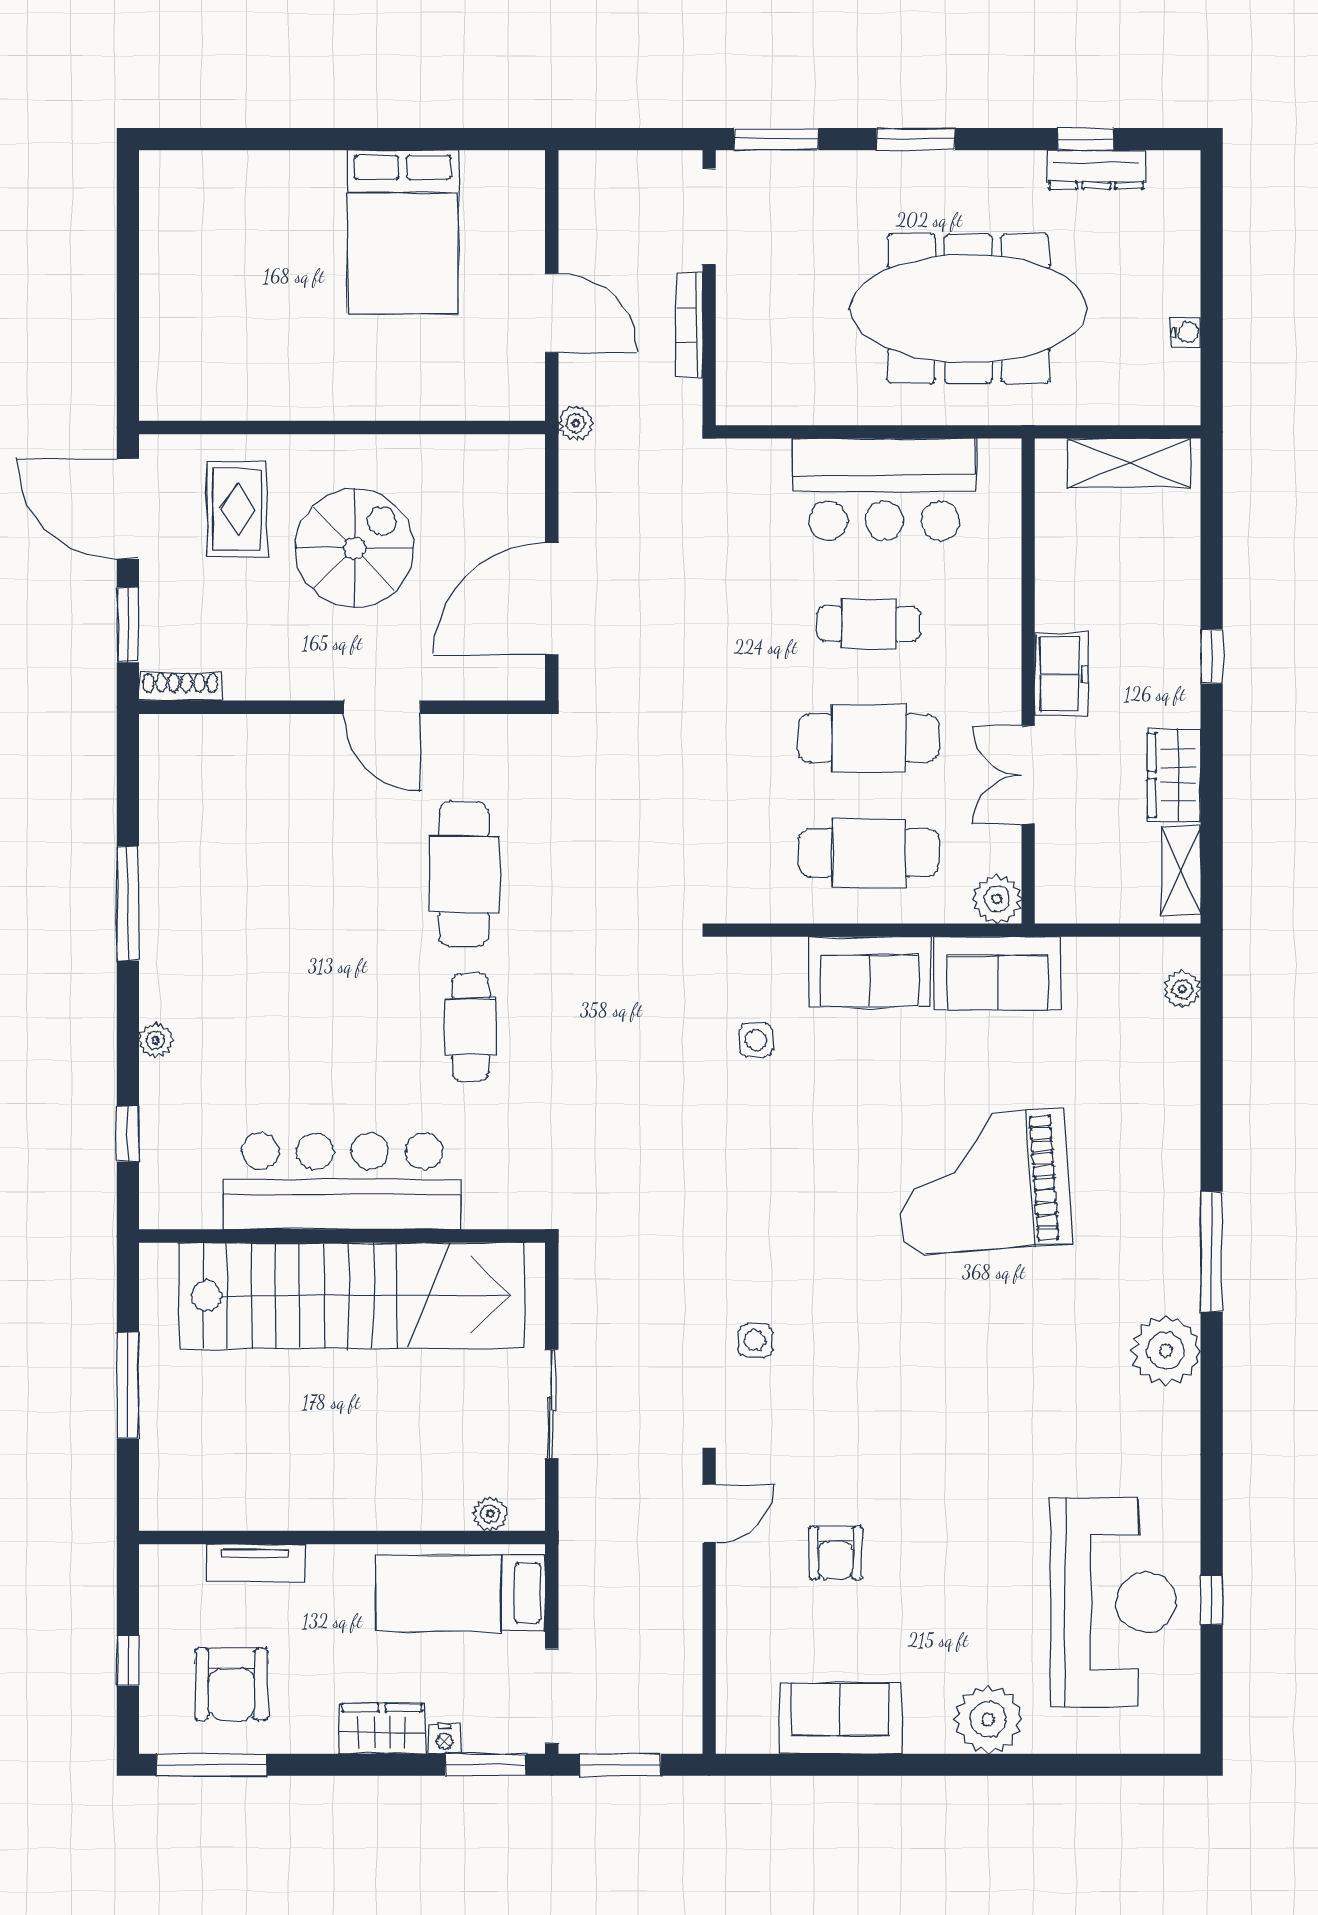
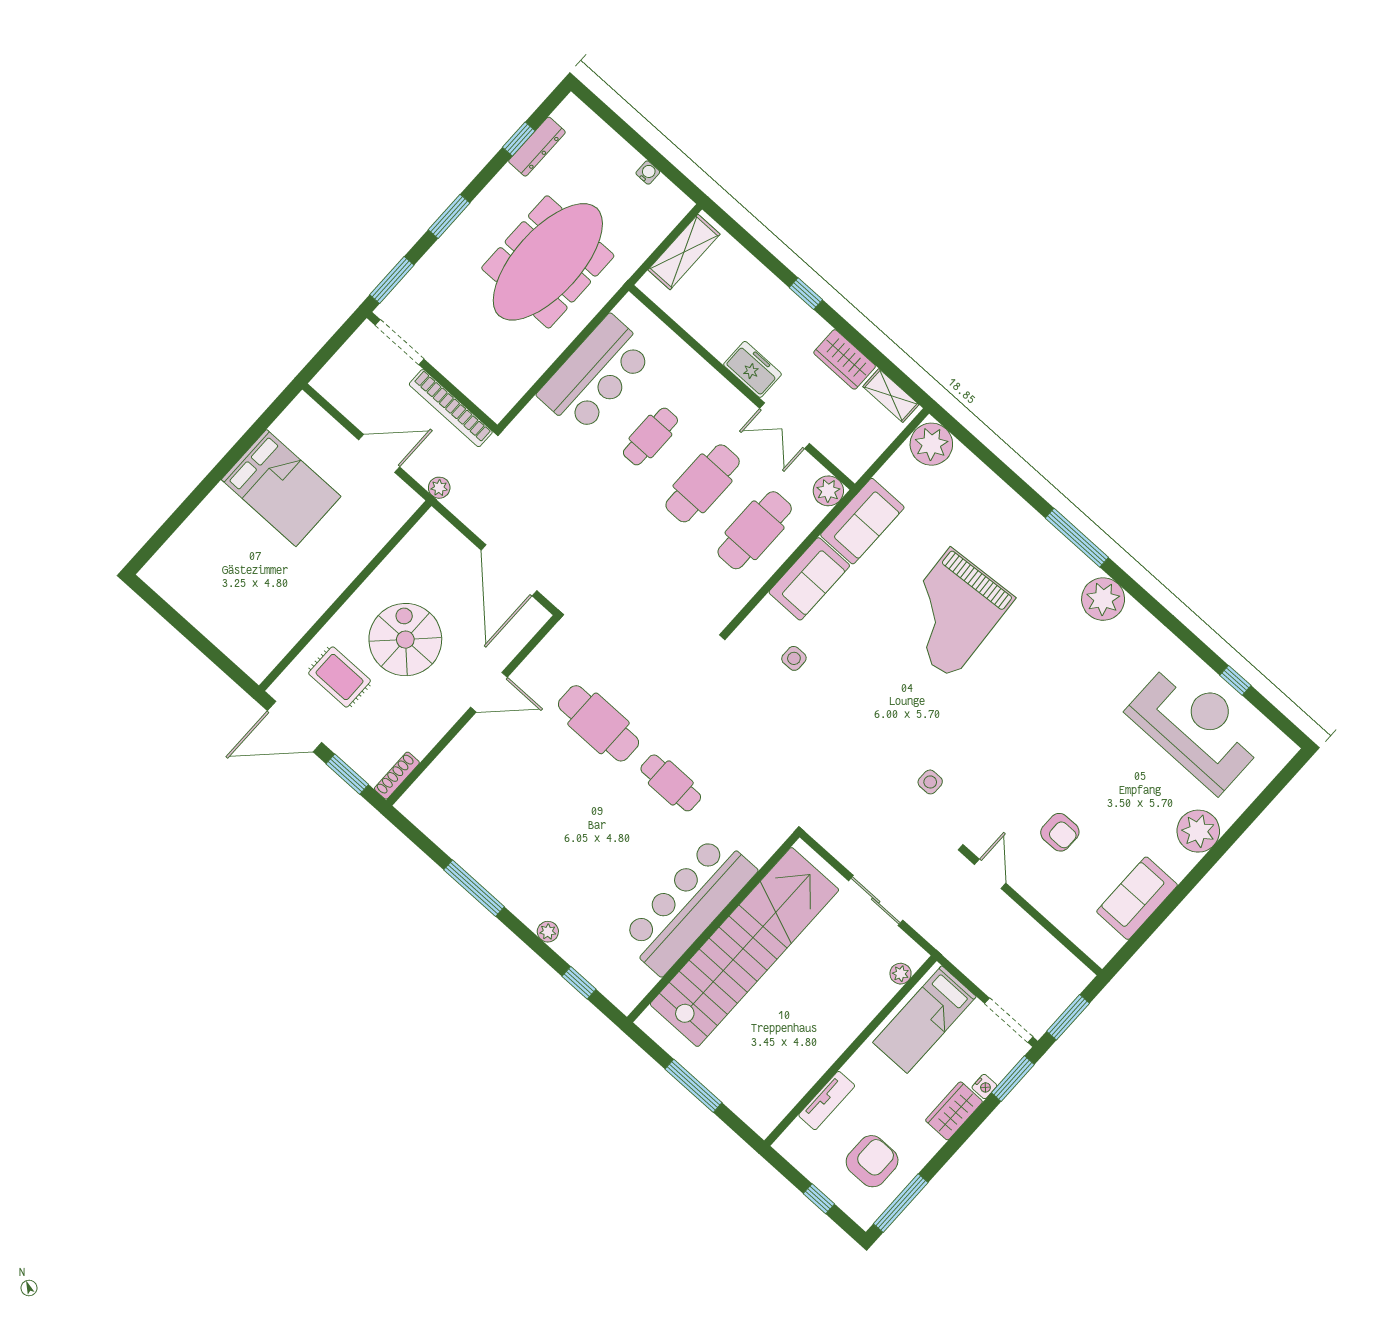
bookcase: (689, 325) -> (451, 408), width x1.48, depth x1.31
plant: (1182, 989) -> (931, 444), width x1.88, depth x1.88
armchair: (231, 1684) -> (872, 1161), turned -90

